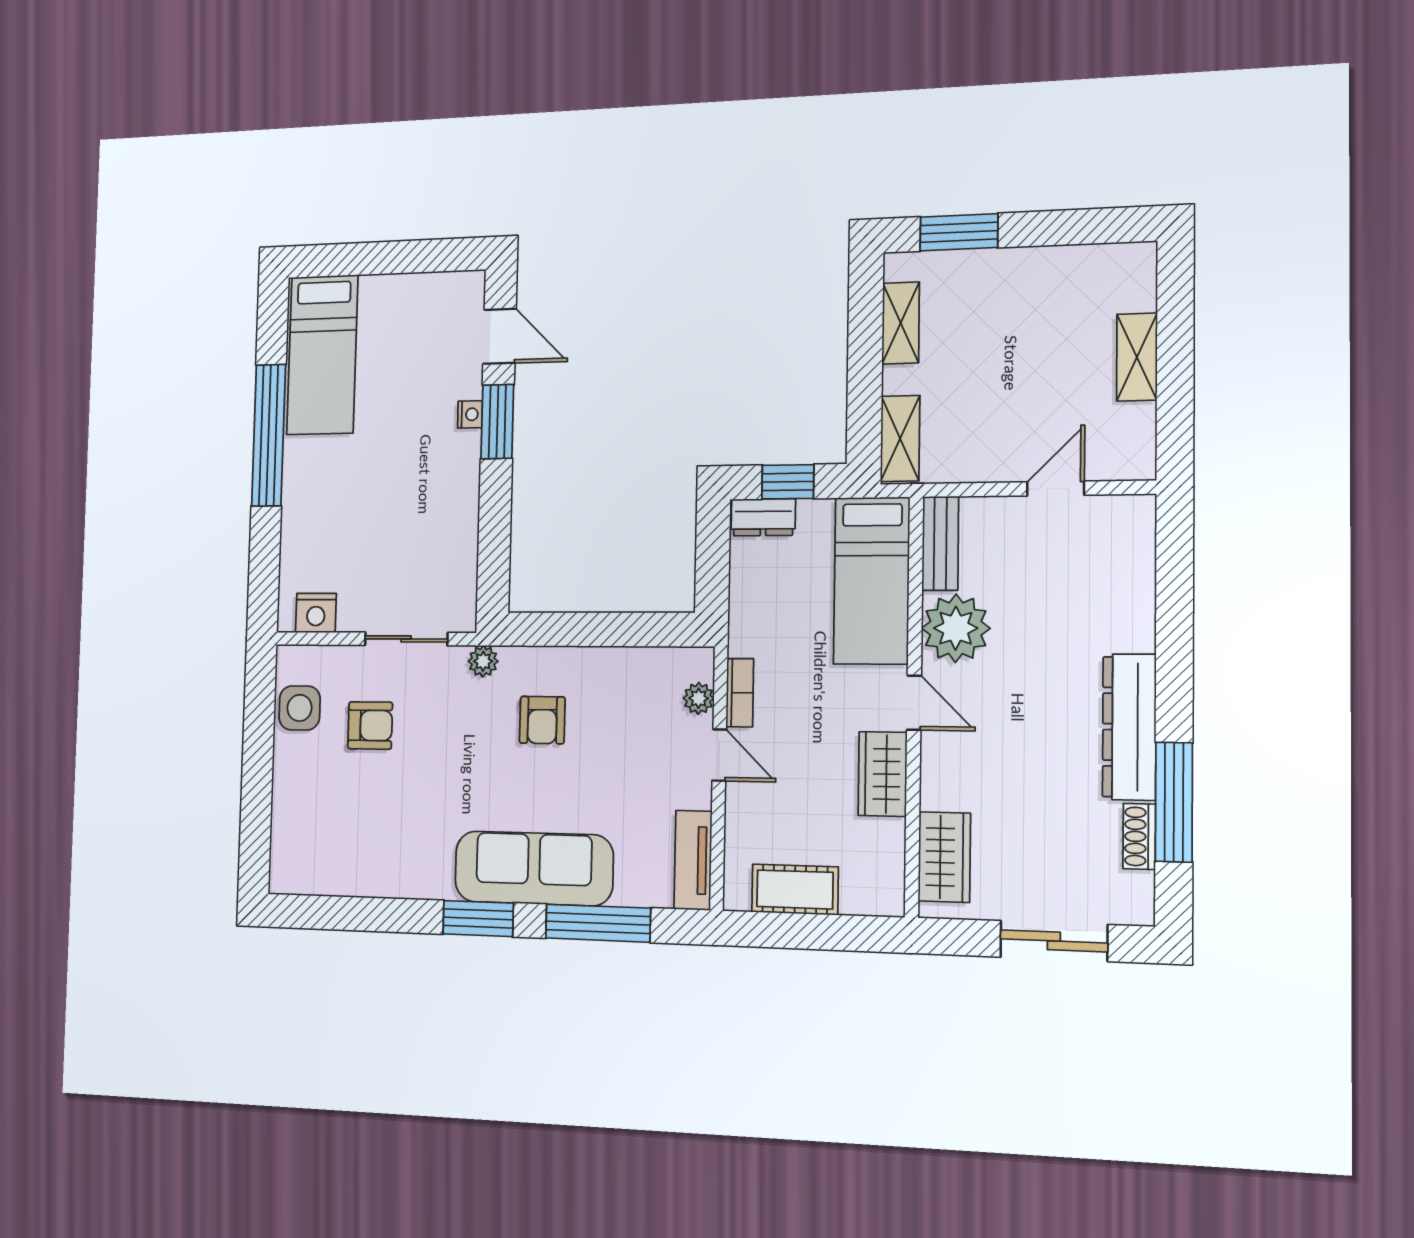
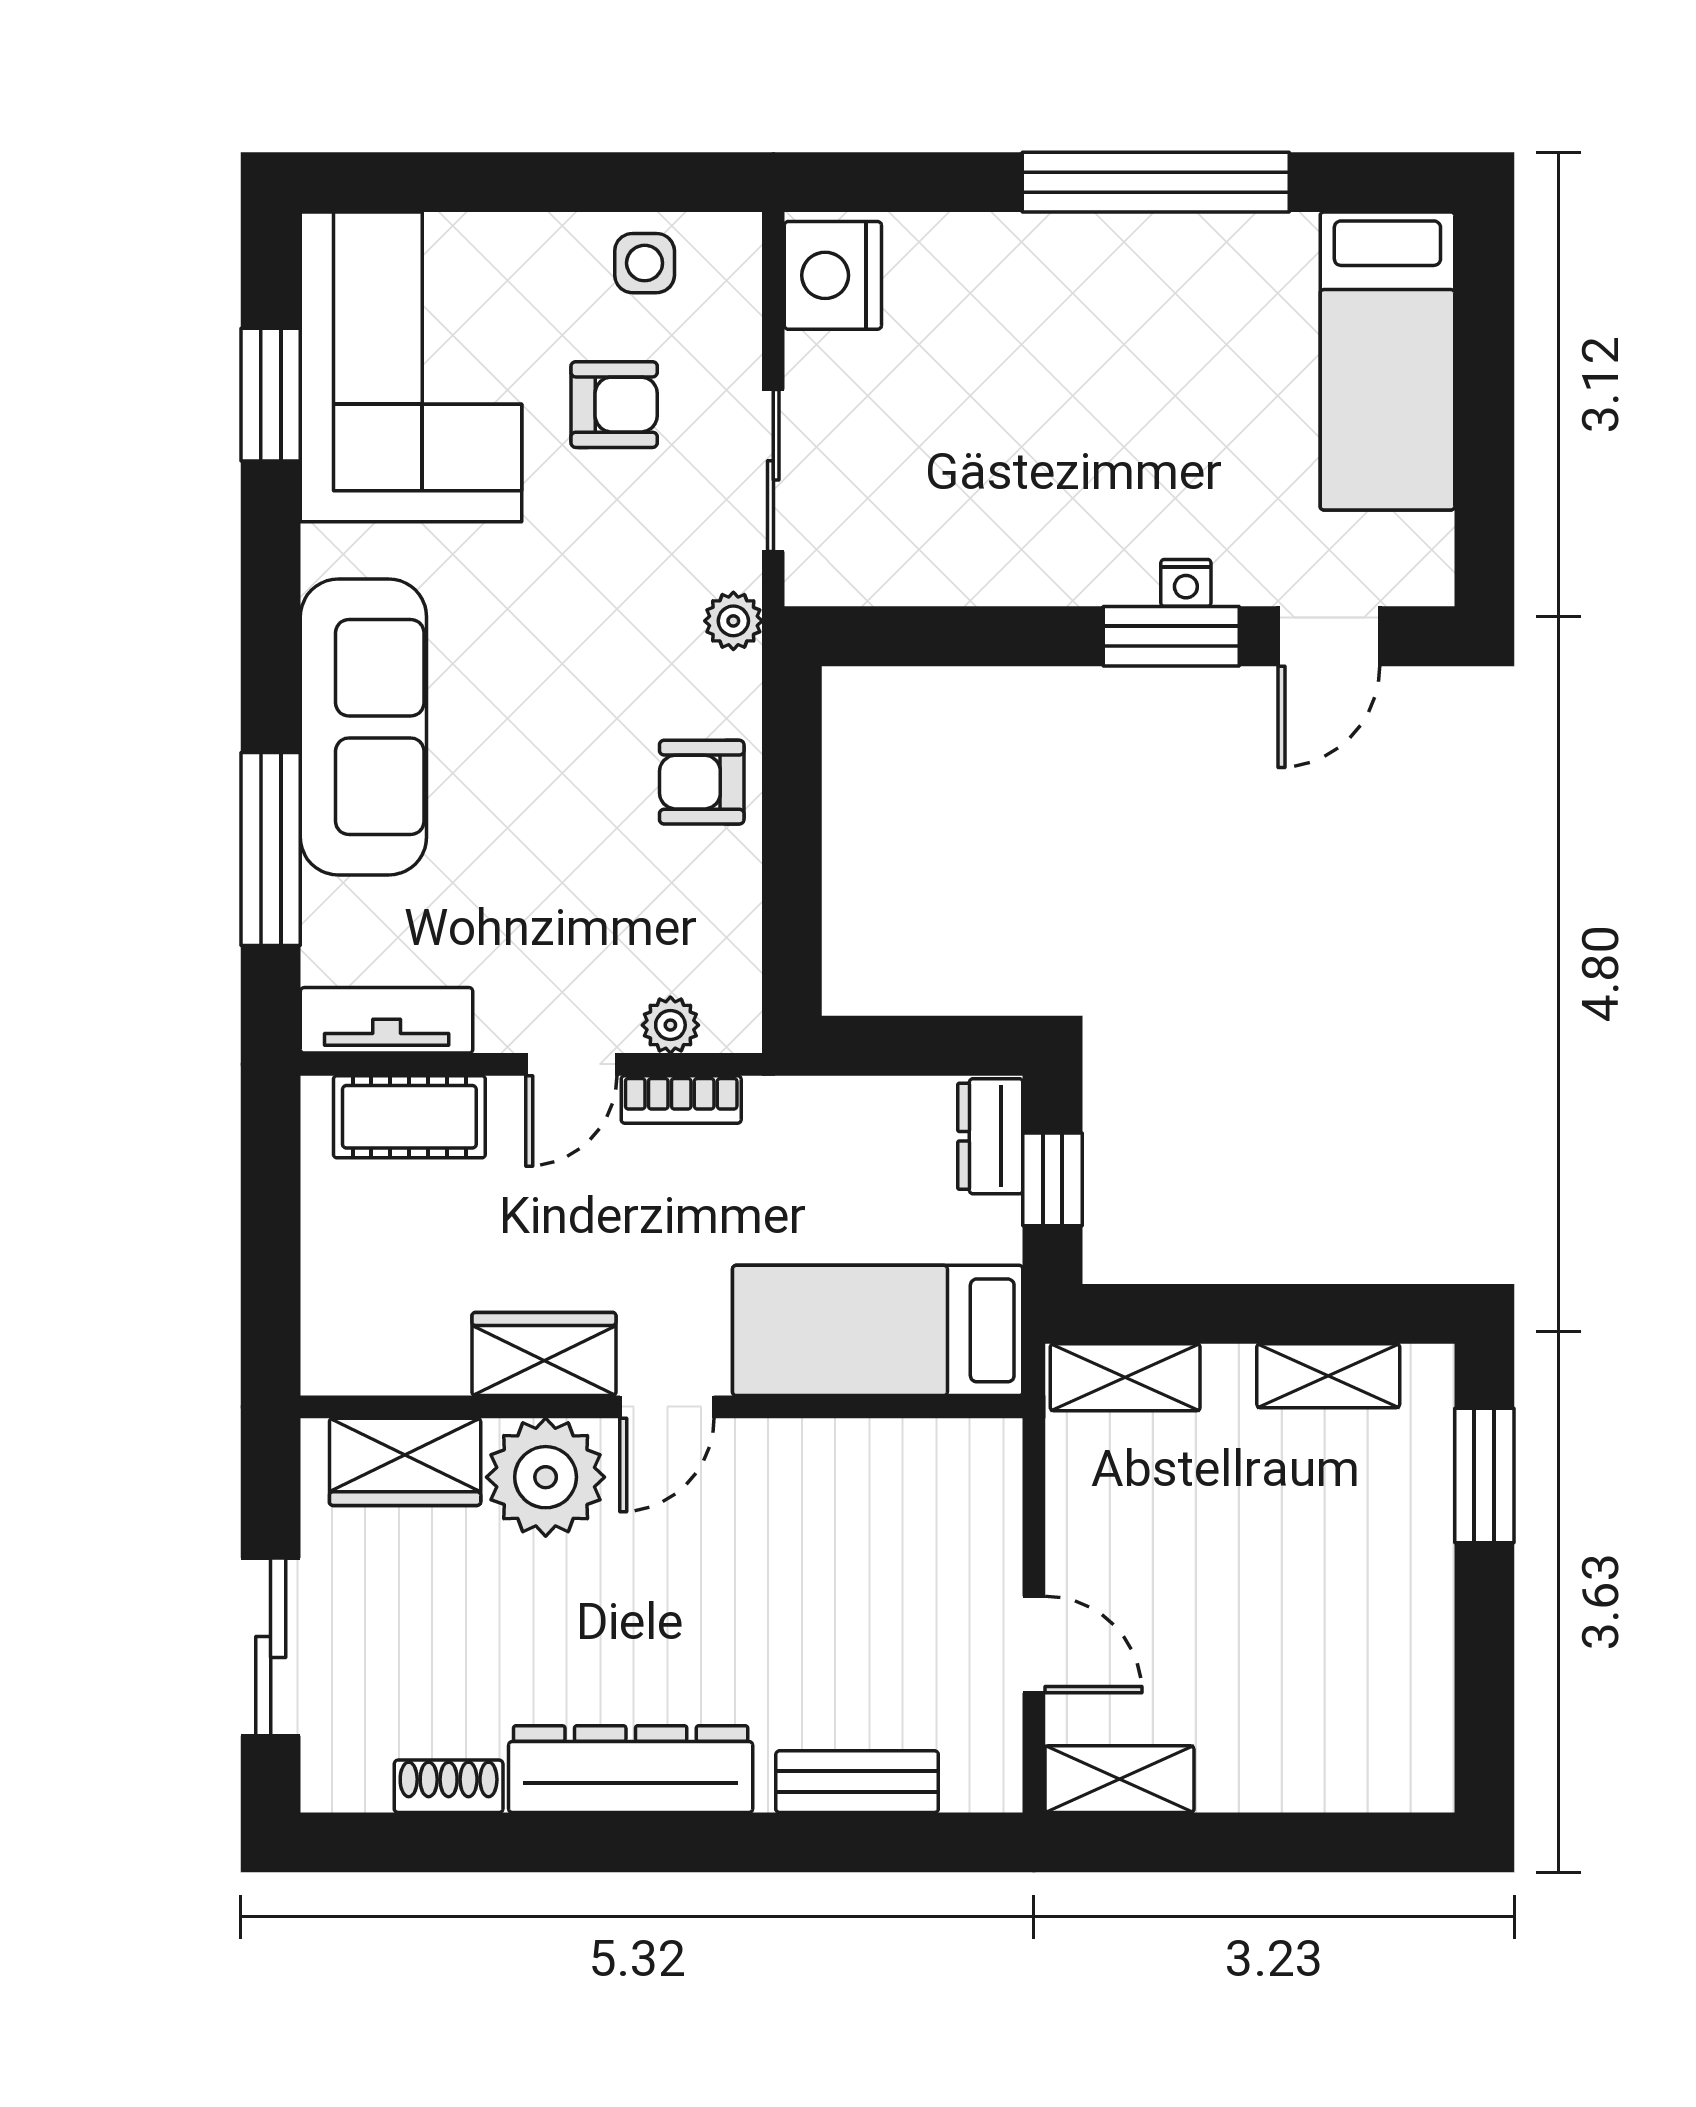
bed: (322, 355) -> (1387, 361), moved, turned -90
shelving: (1137, 357) -> (1119, 1779), moved
bench: (940, 543) -> (857, 1782), moved
nightstand: (316, 613) -> (833, 275), width x1.36, depth x1.33
plant: (956, 628) -> (546, 1477), moved
side table: (300, 708) -> (645, 263), width x0.73, depth x0.73
armchair: (542, 720) -> (702, 782), moved
armchair: (370, 725) -> (614, 405), turned -90
window: (1174, 802) -> (507, 1842), removed
corner sofa: (348, 836) -> (411, 367), added
cot: (795, 889) -> (409, 1117), moved, turned 90
window: (478, 918) -> (271, 395), moved

